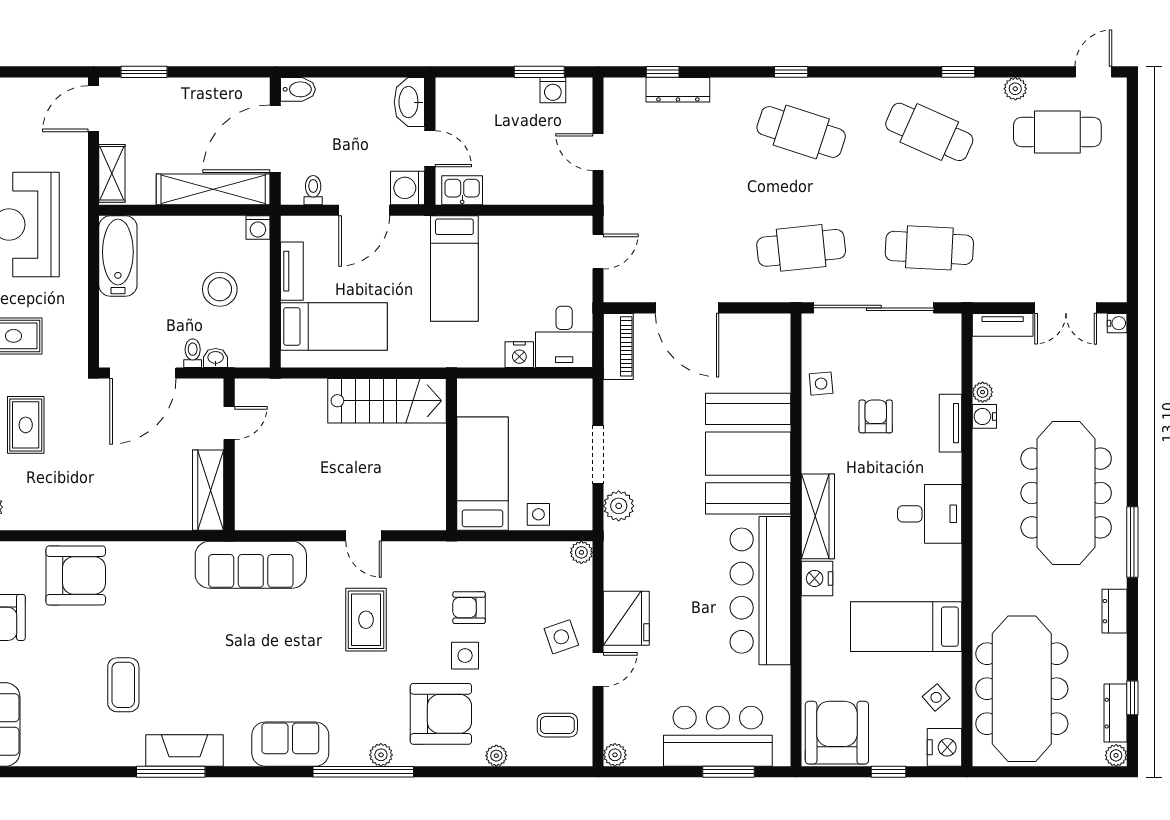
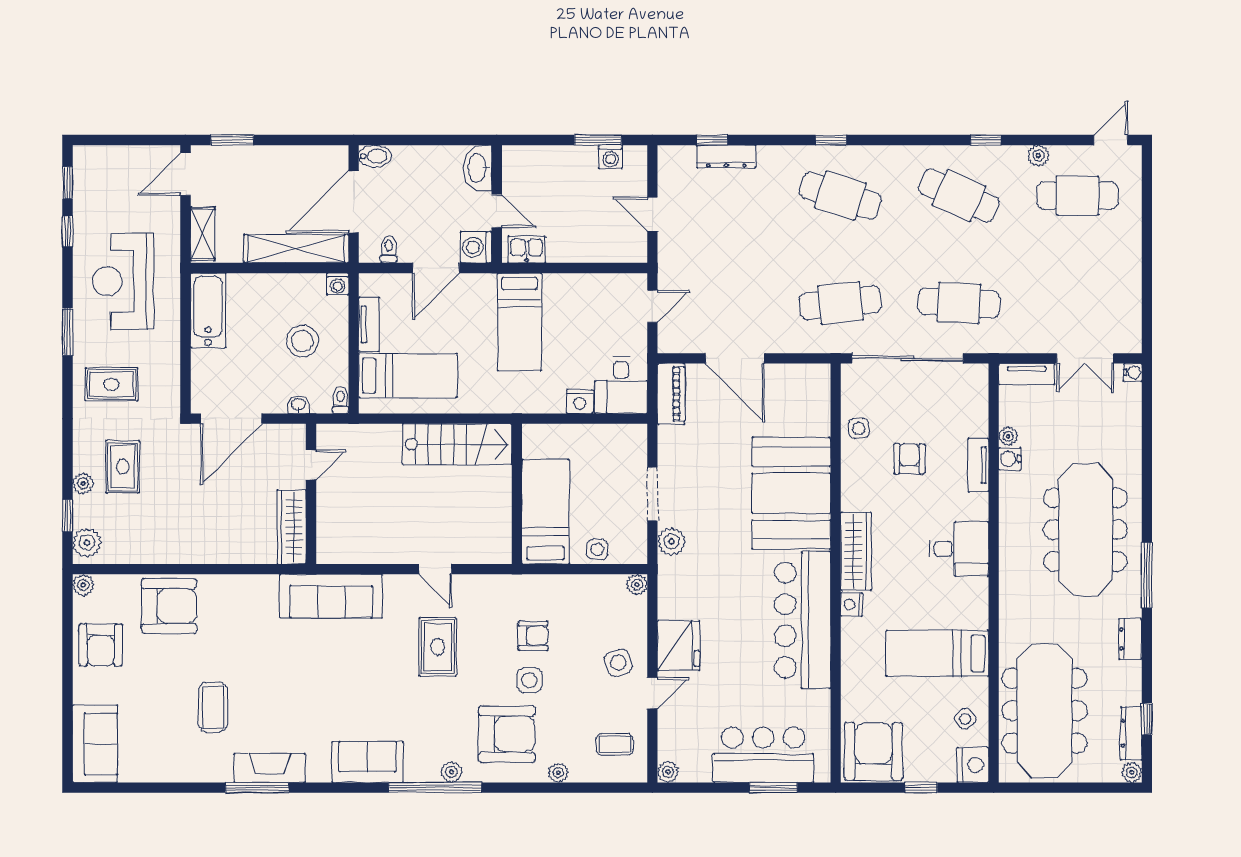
toilet: (193, 353) -> (340, 400), moved
nightstand: (817, 578) -> (852, 604), width x0.74, depth x0.75
armchair: (469, 608) -> (533, 636), turned 180

